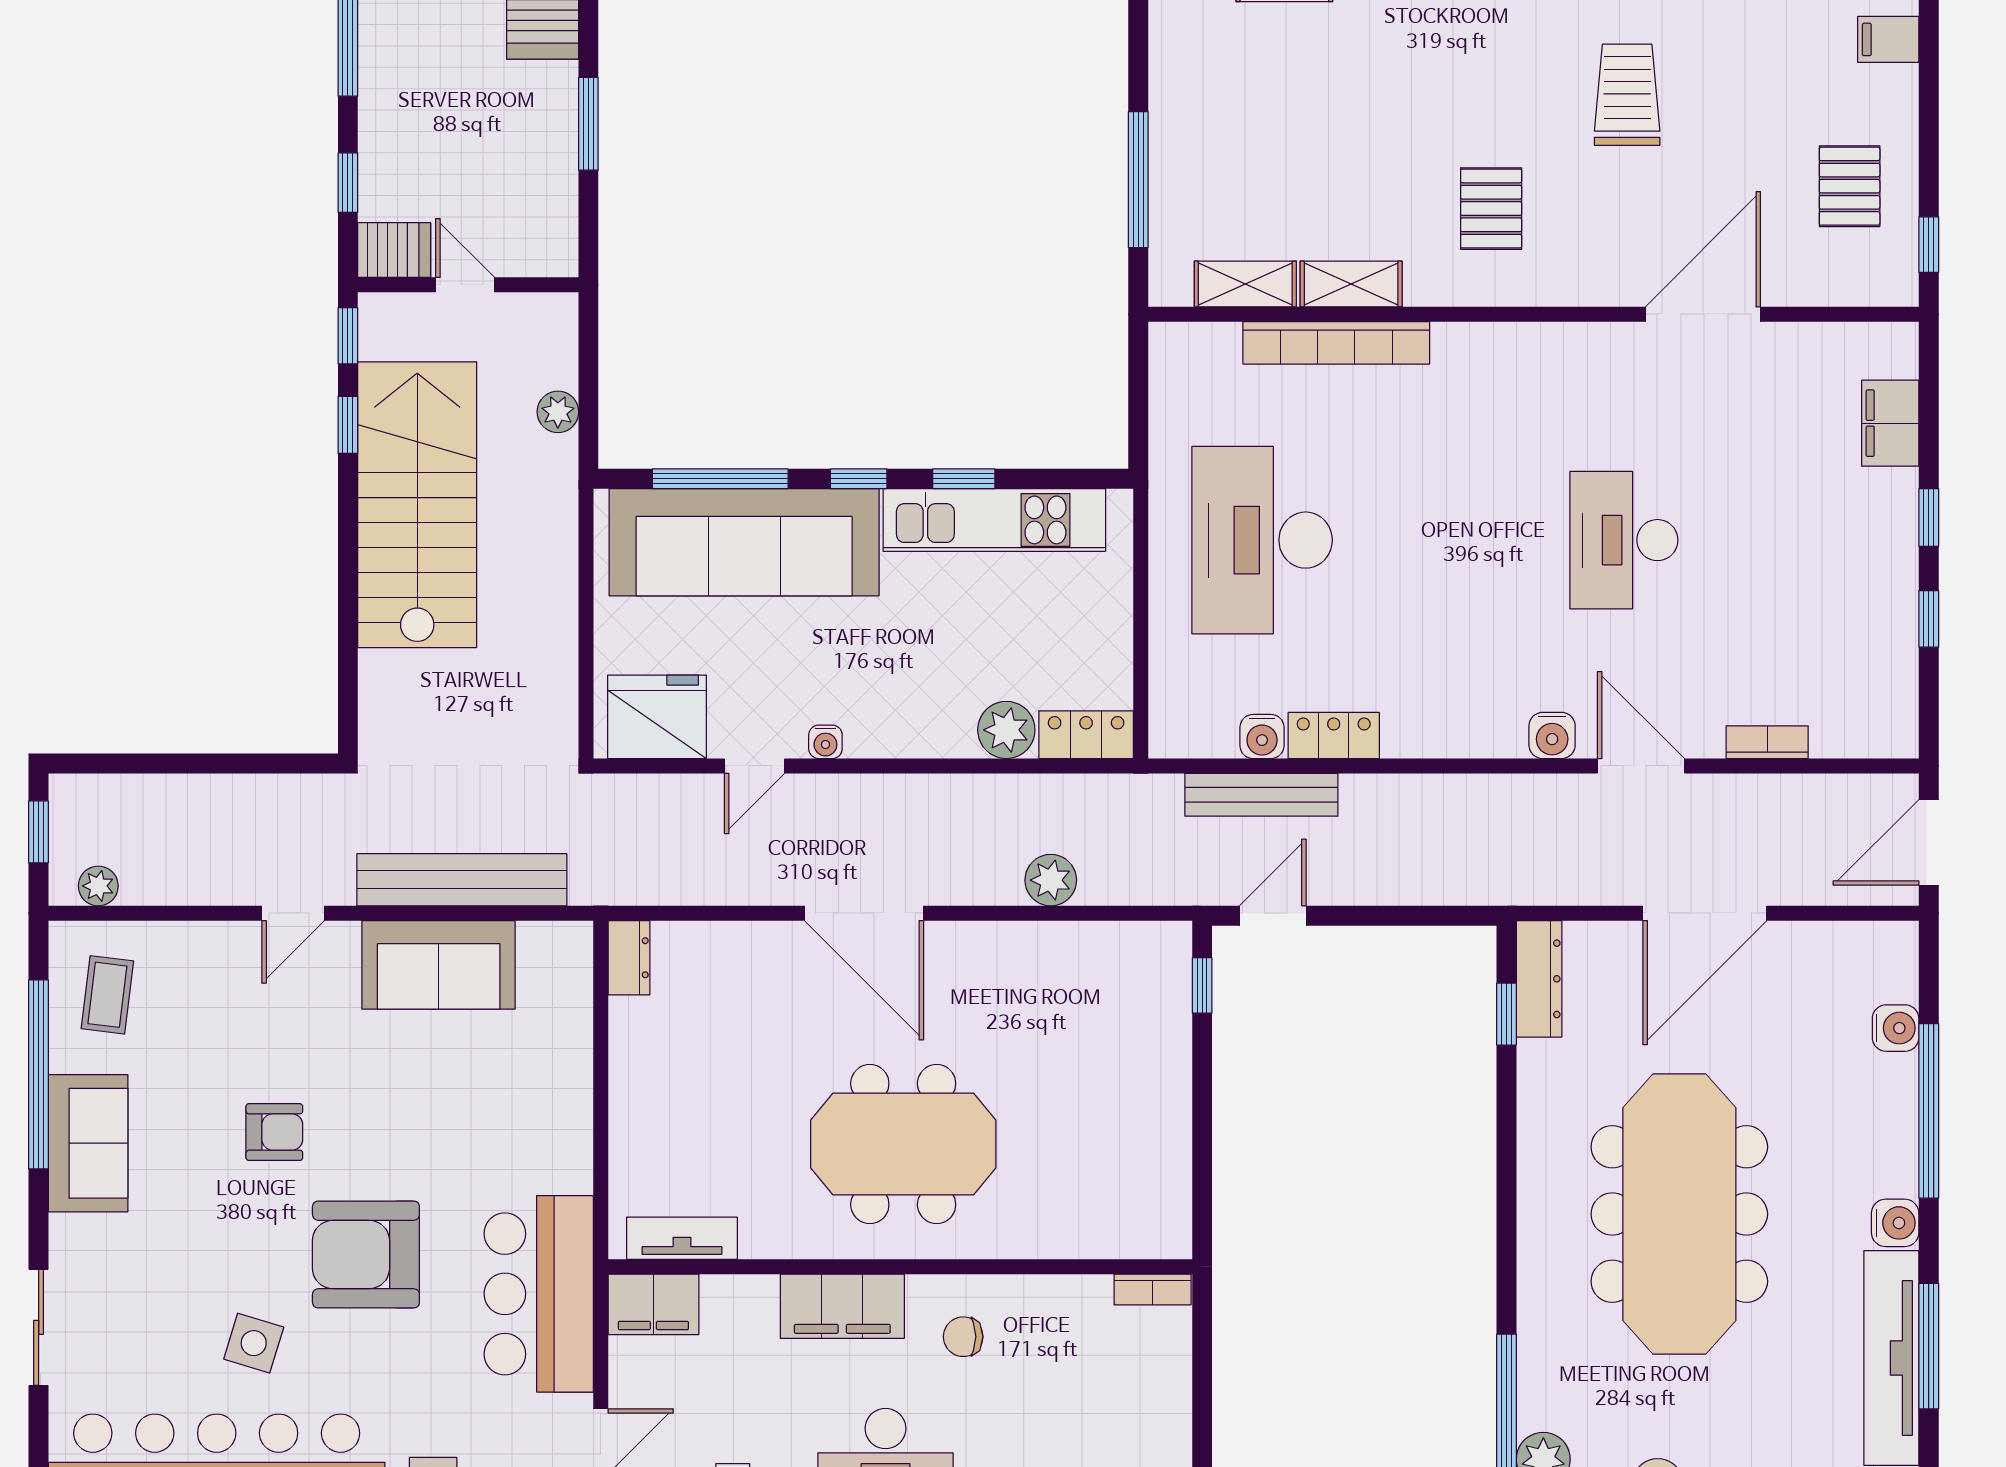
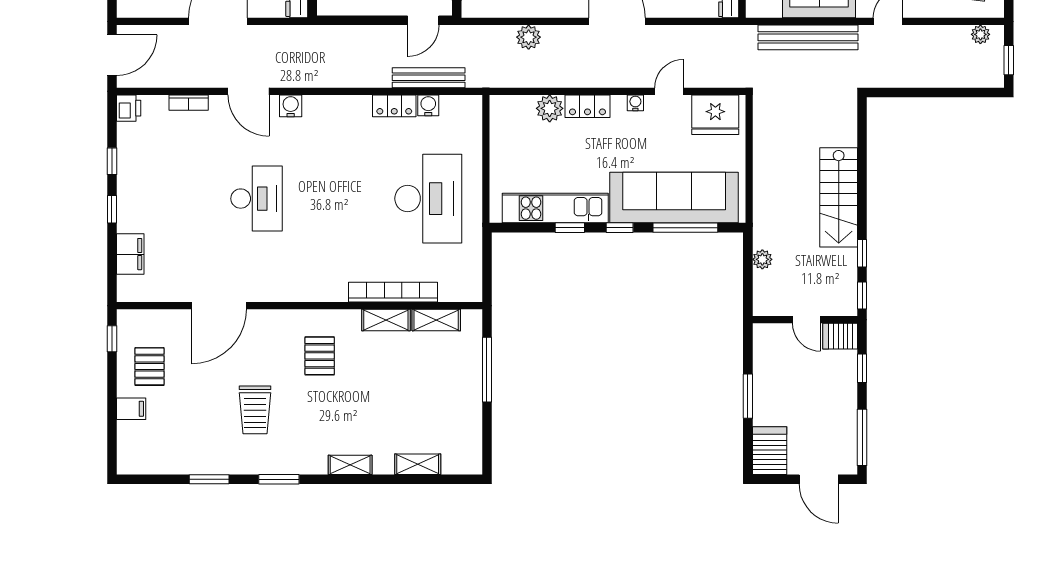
filing cabinet: (1888, 39) -> (131, 409), moved
stairs: (417, 505) -> (839, 197), width x0.73, depth x0.66
printer: (1894, 731) -> (129, 108), added
locker: (1086, 735) -> (587, 106), moved

